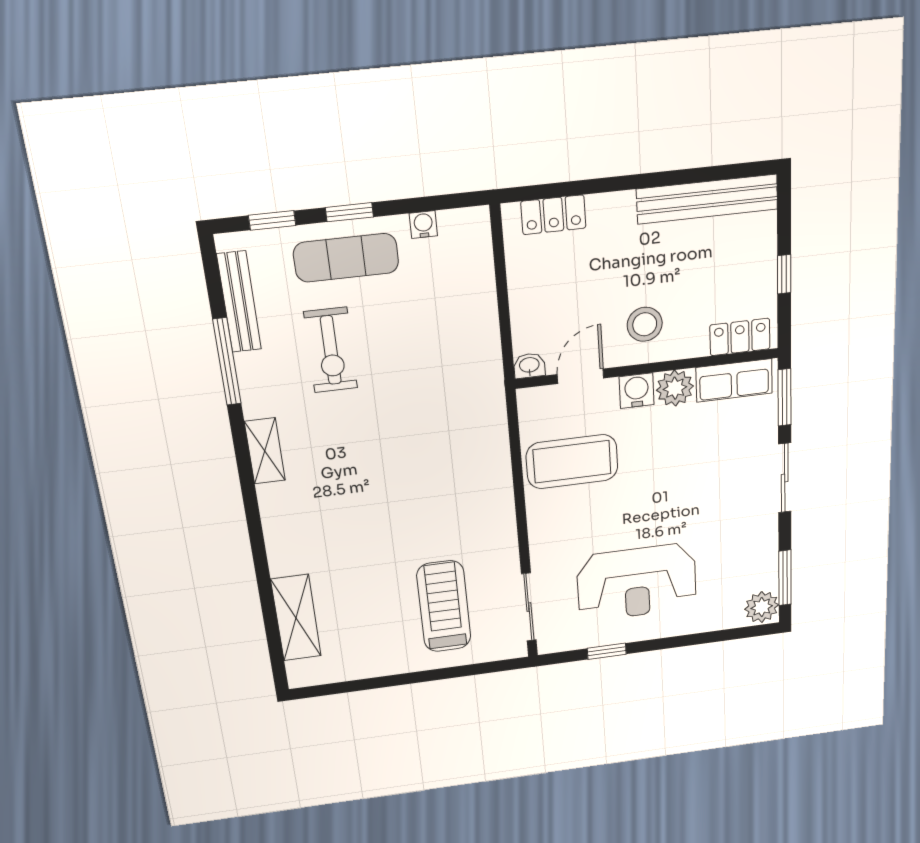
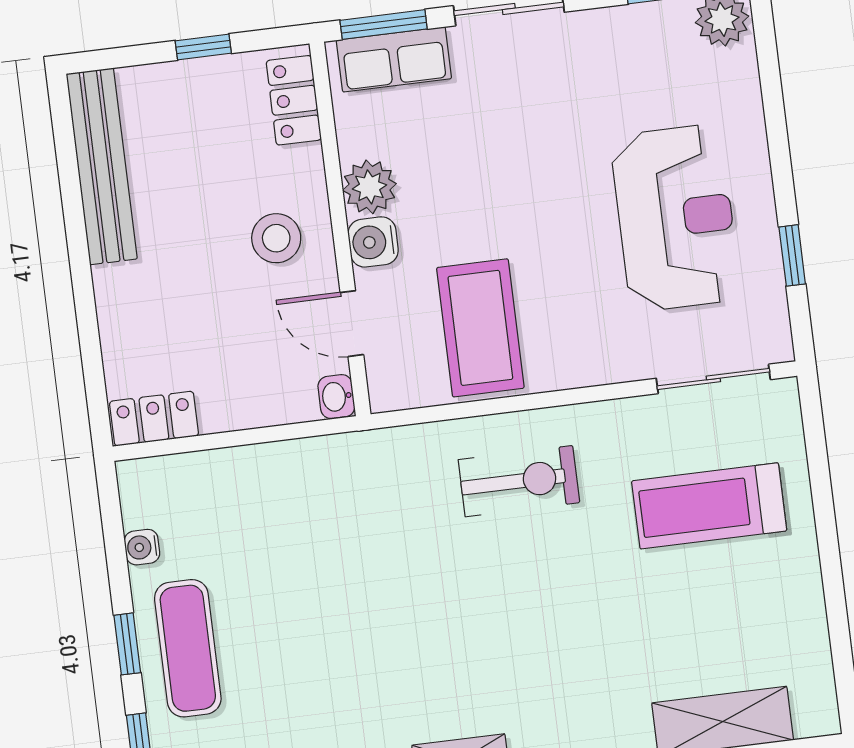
locker: (553, 215) -> (154, 419), moved, turned -90
exercise bike: (331, 350) -> (519, 481), moved
row of seats: (734, 380) -> (394, 59), moved, turned 90

